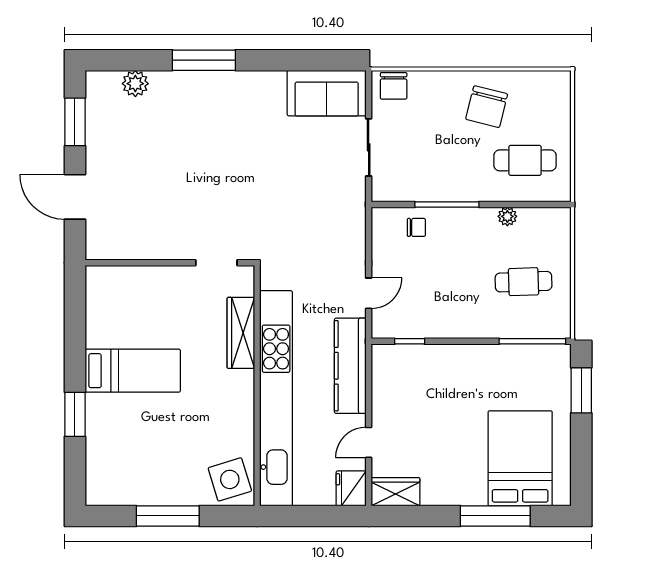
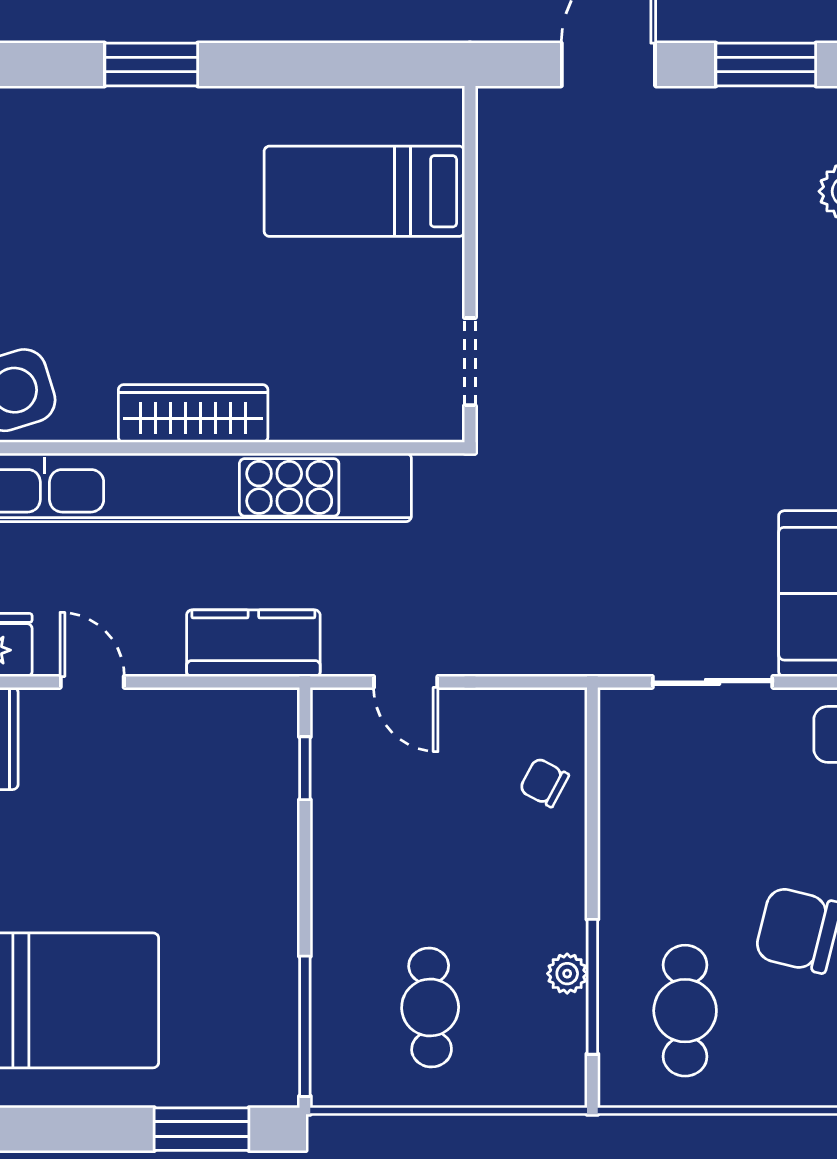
window: (447, 204) -> (592, 987), moved
chair: (416, 227) -> (544, 782), turned 118
wardrobe: (241, 333) -> (193, 413), moved
kitchen counter: (350, 366) -> (253, 643), width x0.67
bed: (133, 371) -> (364, 191), moved, turned 90

